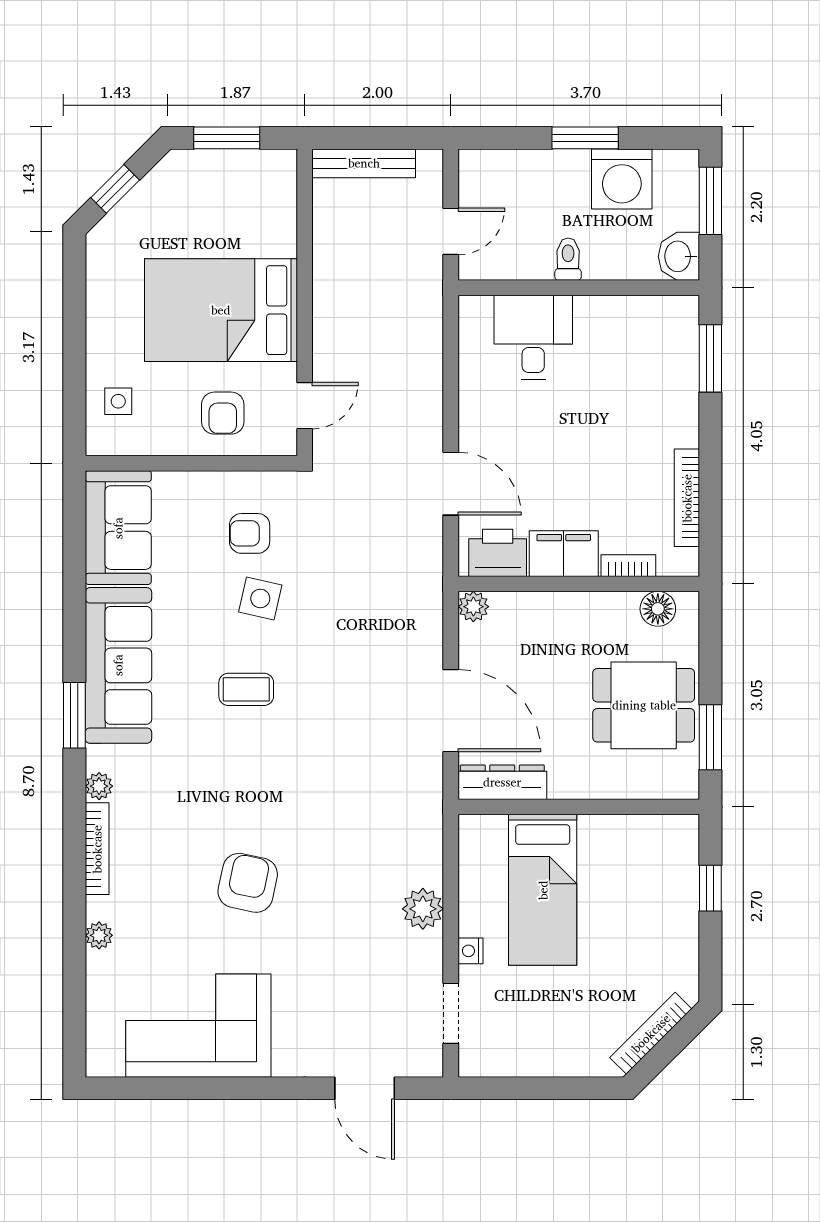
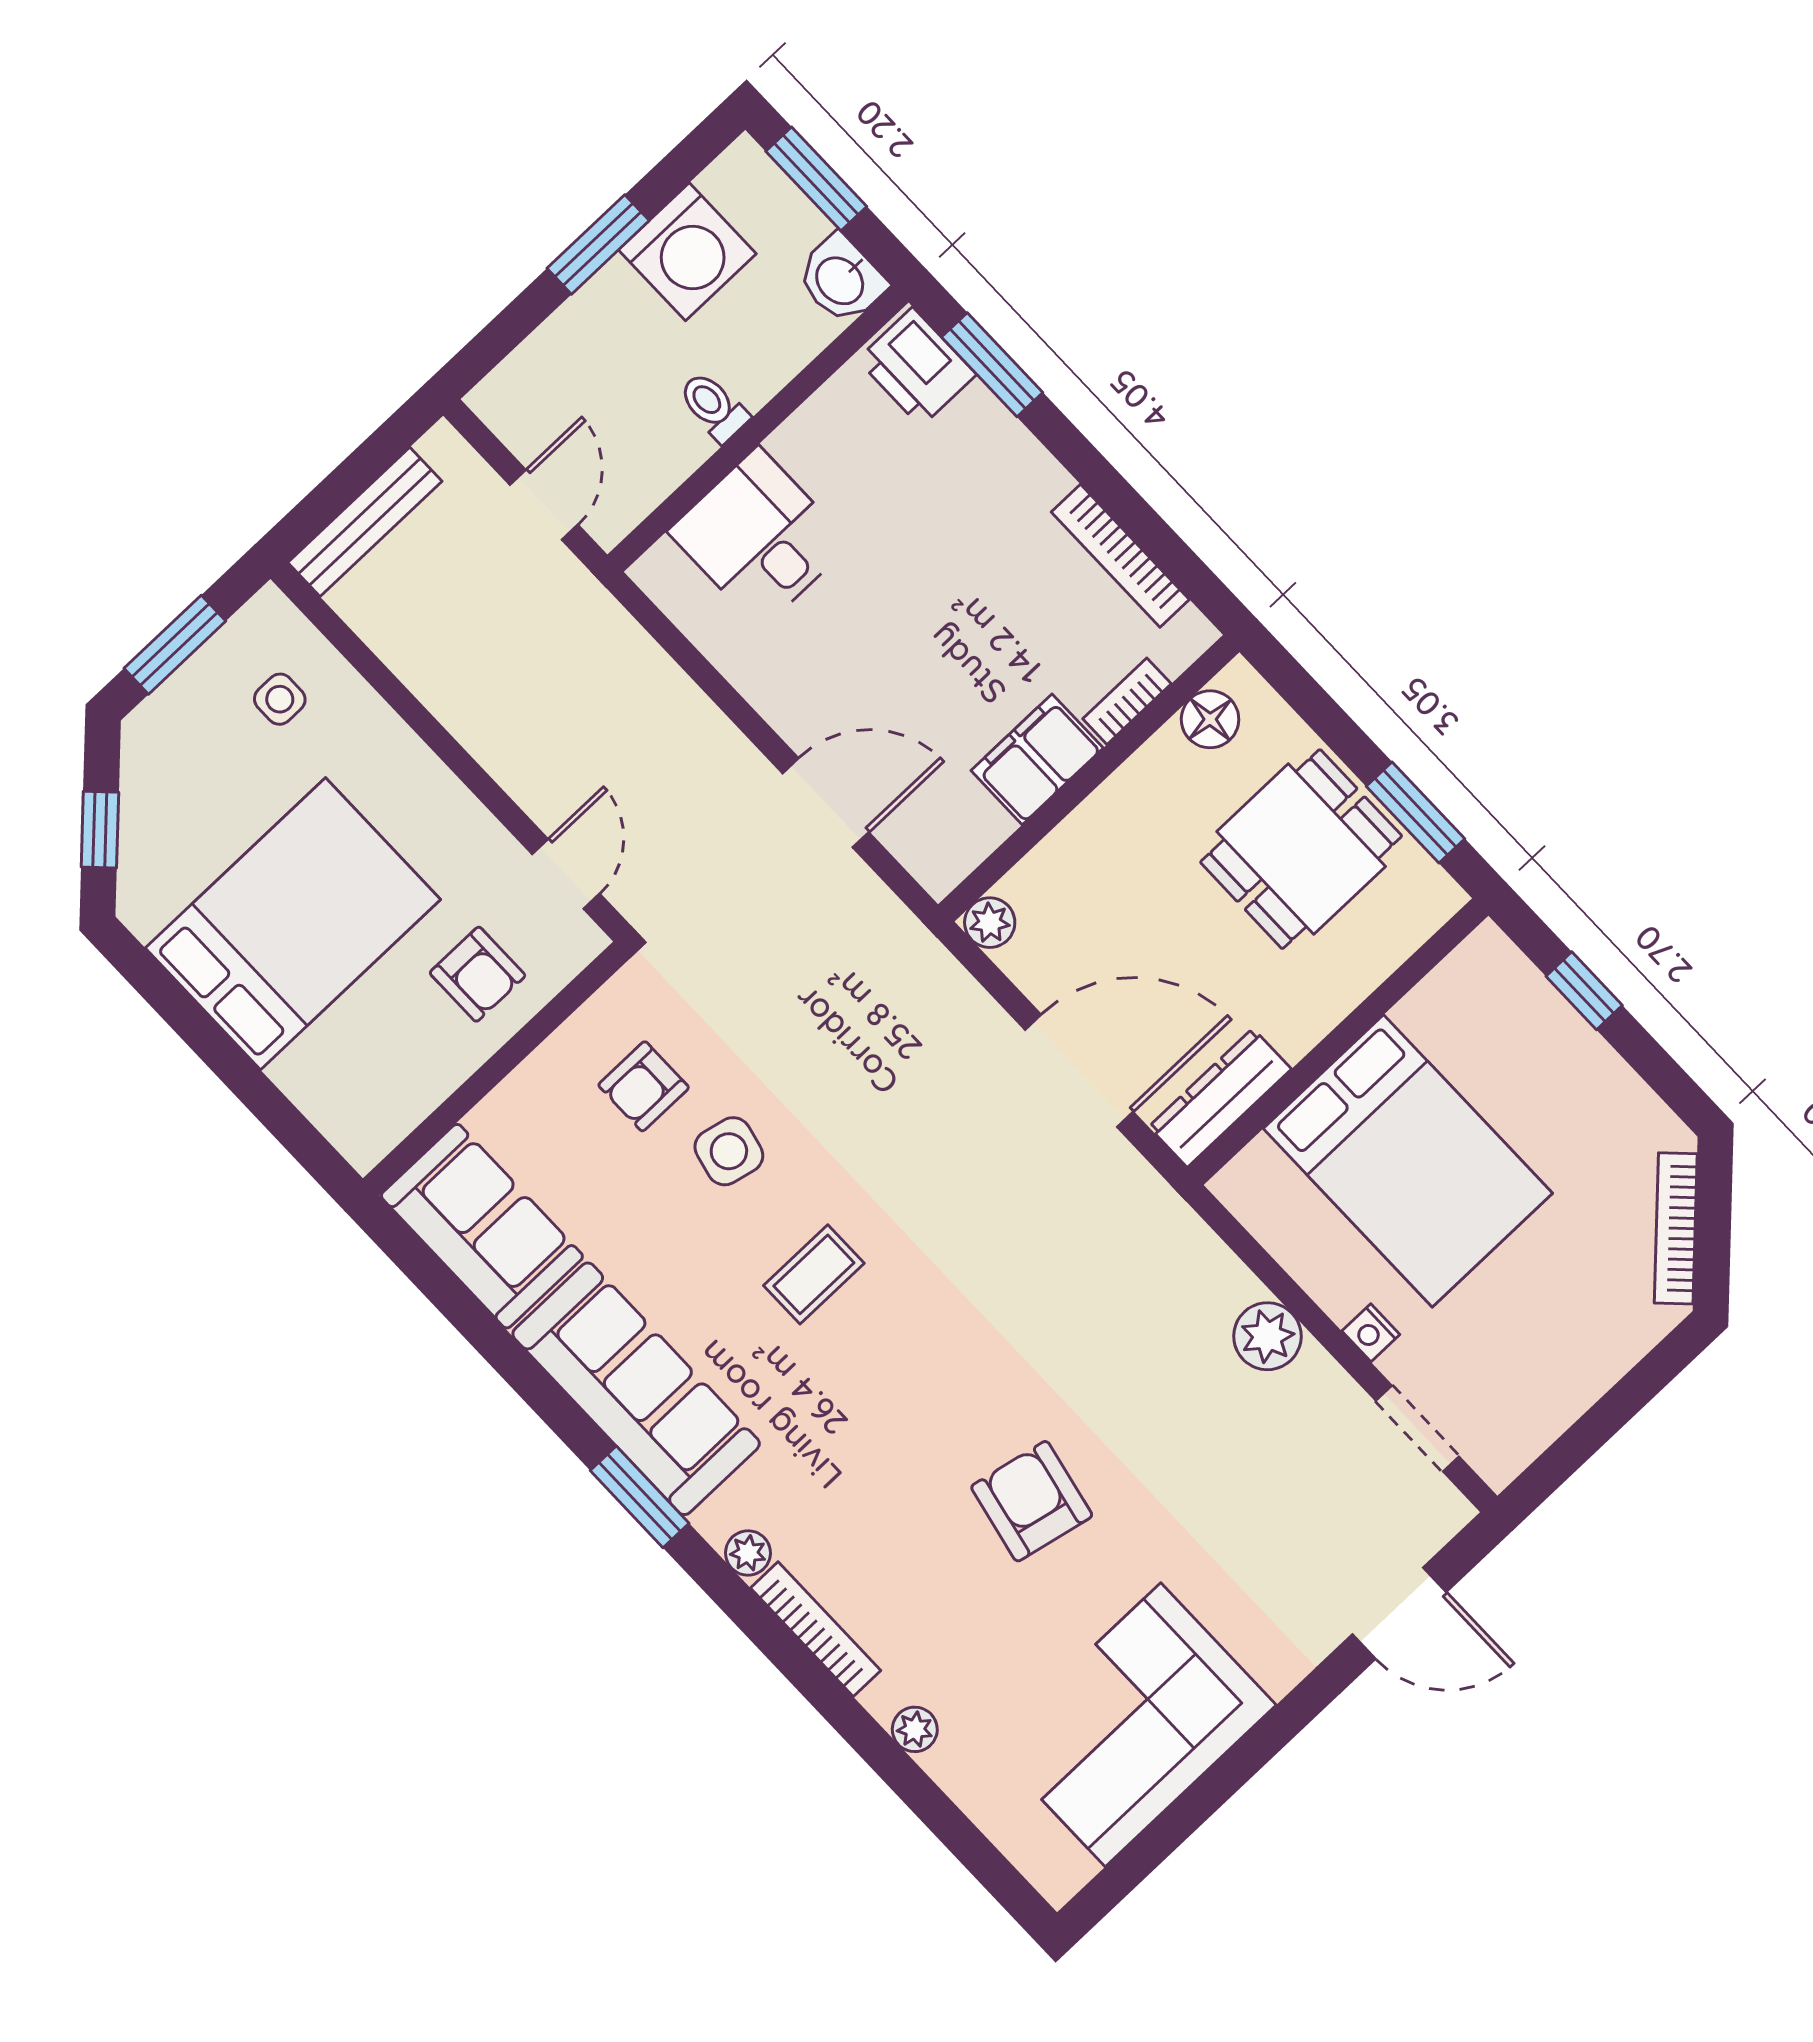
bed: (221, 310) -> (293, 924), moved, turned 180
side table: (118, 401) -> (280, 699), moved
printer: (498, 553) -> (917, 367), moved, turned -90
bed: (543, 890) -> (1408, 1161), width x1.50

